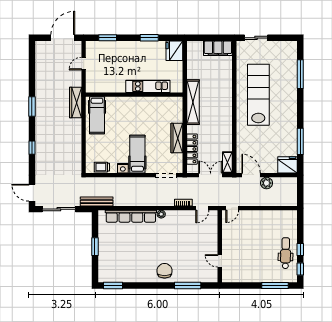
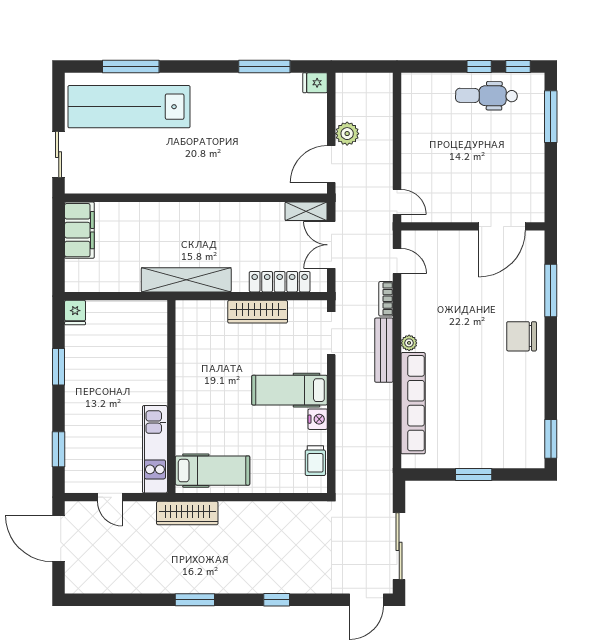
fridge: (174, 51) -> (75, 313), width x0.53, depth x0.75
kitchen unit: (148, 86) -> (155, 449), moved
lab bench: (258, 95) -> (129, 107), moved
fridge: (288, 165) -> (315, 83), width x0.53, depth x0.75
bench: (97, 201) -> (384, 350), moved
door: (220, 261) -> (502, 226), width x1.88

